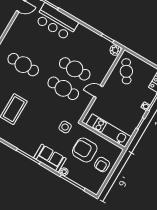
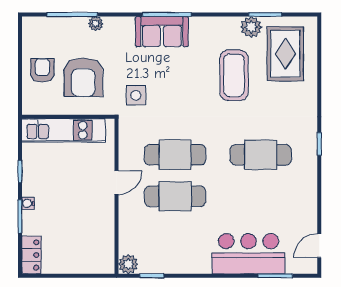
cafe table: (126, 71) -> (91, 241), removed
armchair: (85, 150) -> (83, 77), turned 90
sofa: (50, 158) -> (162, 32), moved

